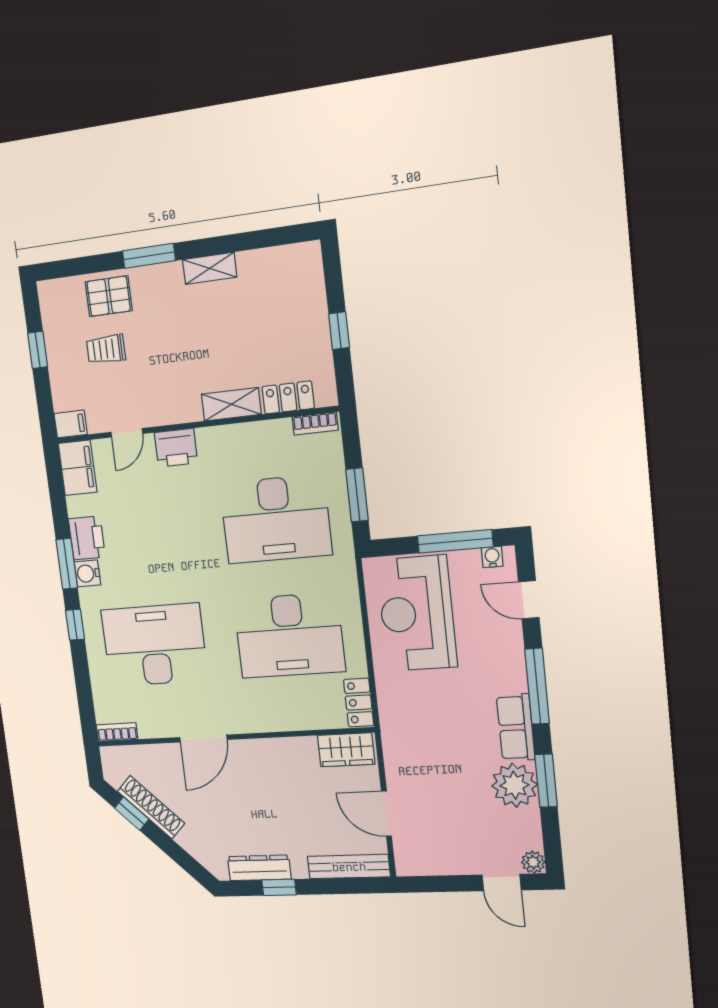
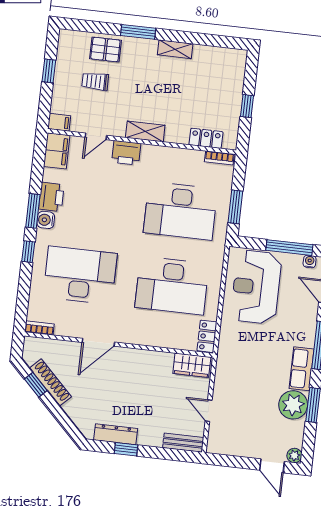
shelving: (231, 404) -> (145, 132), moved
door: (386, 814) -> (209, 411), width x0.73
bench: (349, 867) -> (183, 443), width x0.73

